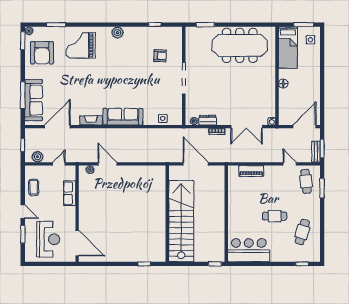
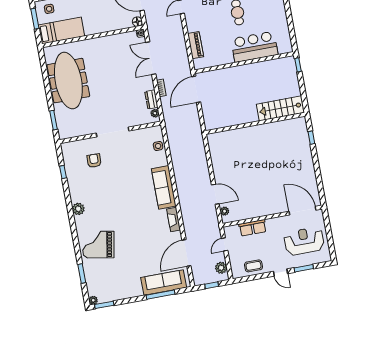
grand piano: (80, 45) -> (98, 245), turned 100
armchair: (42, 53) -> (113, 283), removed
floor lamp: (283, 84) -> (137, 22), moved
door: (57, 127) -> (186, 253), hinge flipped
double door: (247, 127) -> (151, 58), swing flipped
door: (59, 164) -> (225, 244), hinge flipped
door: (108, 164) -> (215, 194), swing flipped
door: (196, 164) -> (196, 89), moved
door: (23, 212) -> (280, 273), swing flipped
stairs: (181, 221) -> (280, 108), width x0.54, depth x0.66
door: (77, 243) -> (302, 211), hinge flipped
bar counter: (249, 250) -> (254, 47), moved, turned 90

